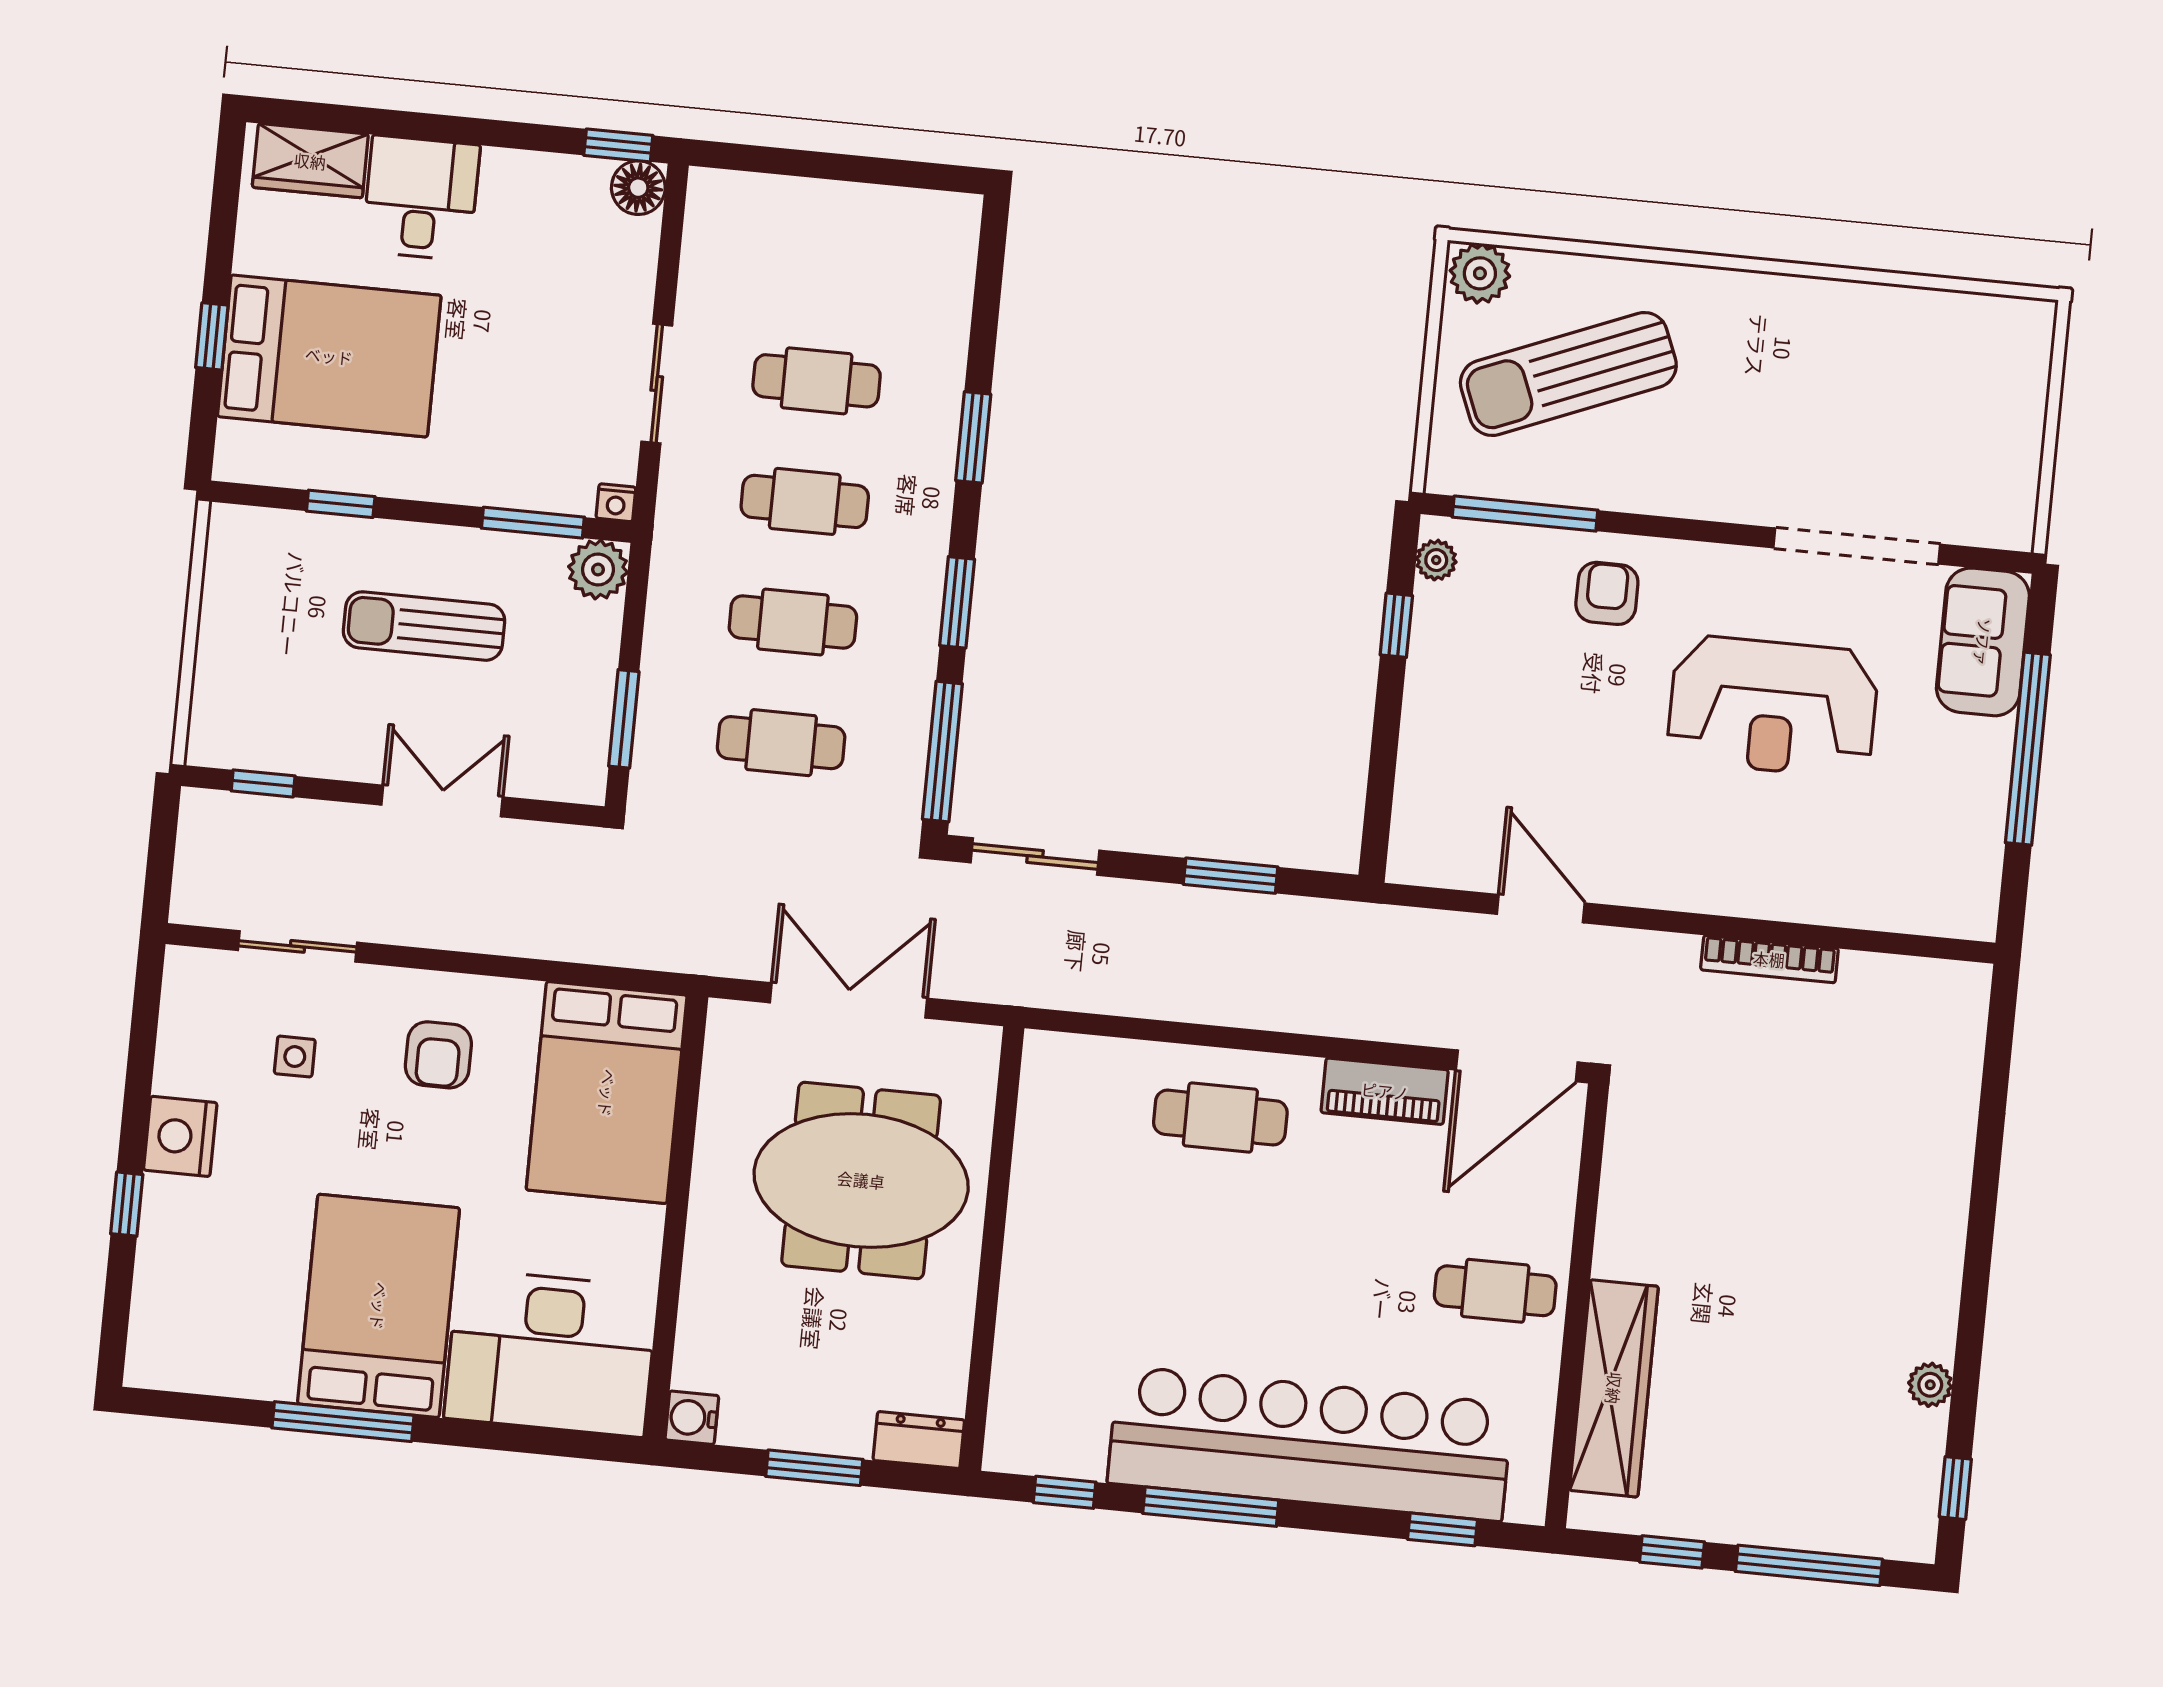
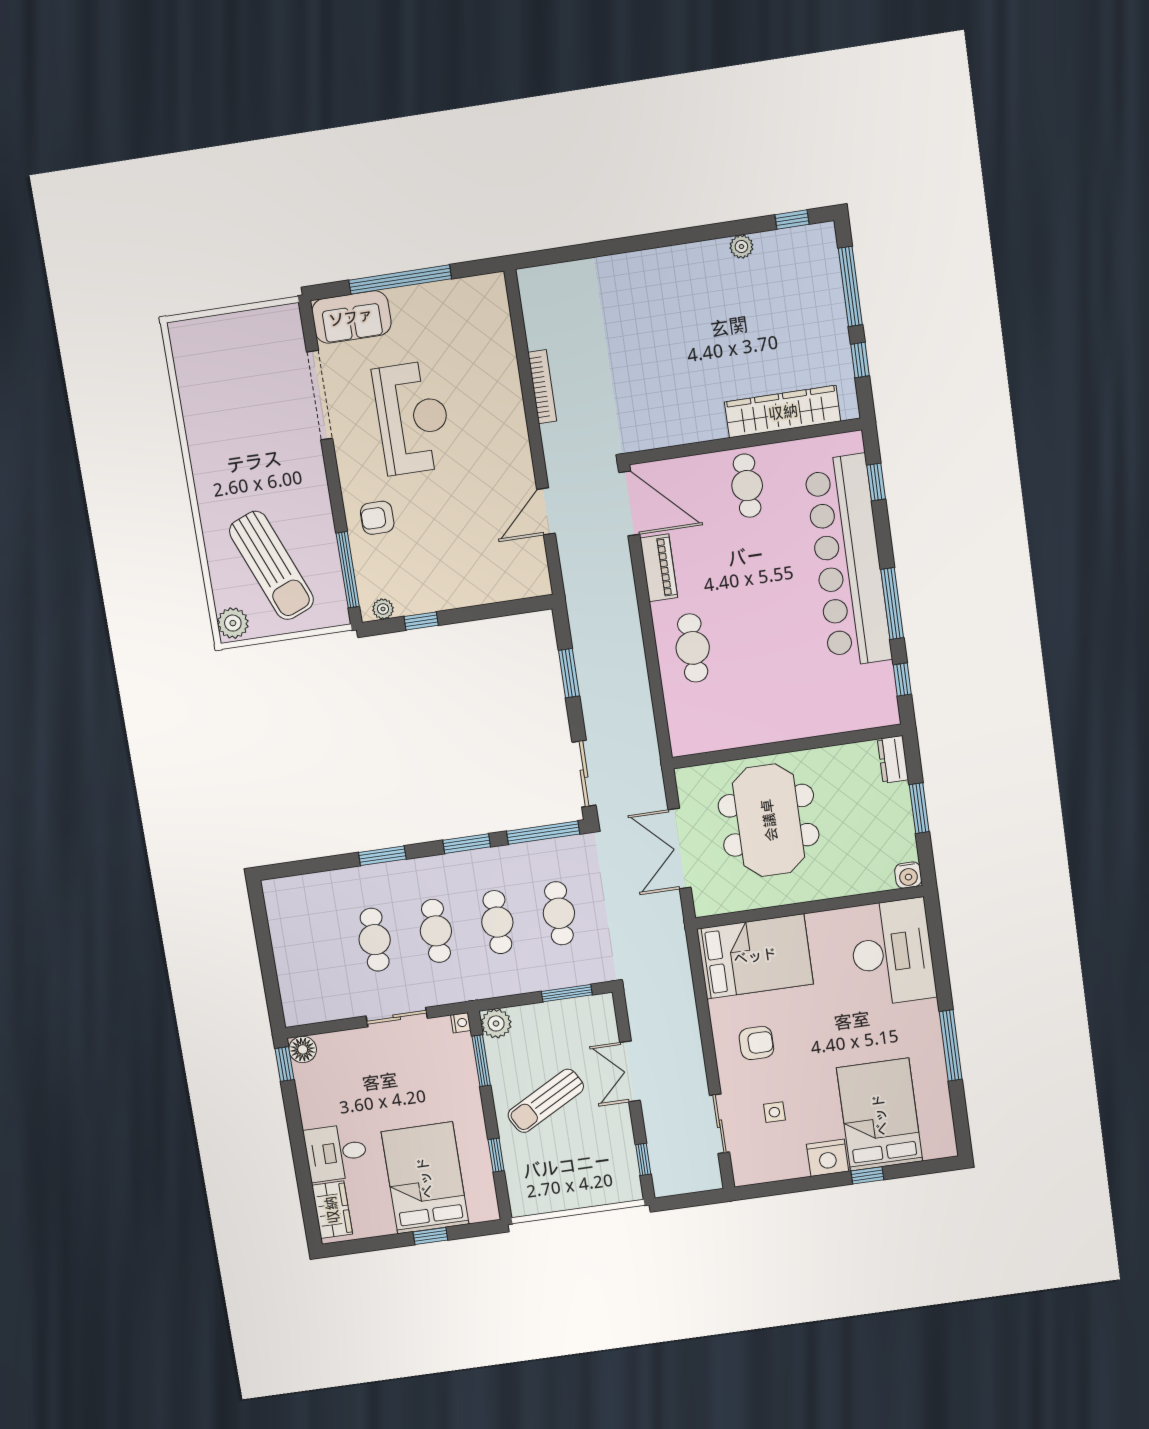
sun lounger: (424, 626) -> (546, 1101), turned 61
bed: (379, 1306) -> (880, 1115), moved, turned 90

